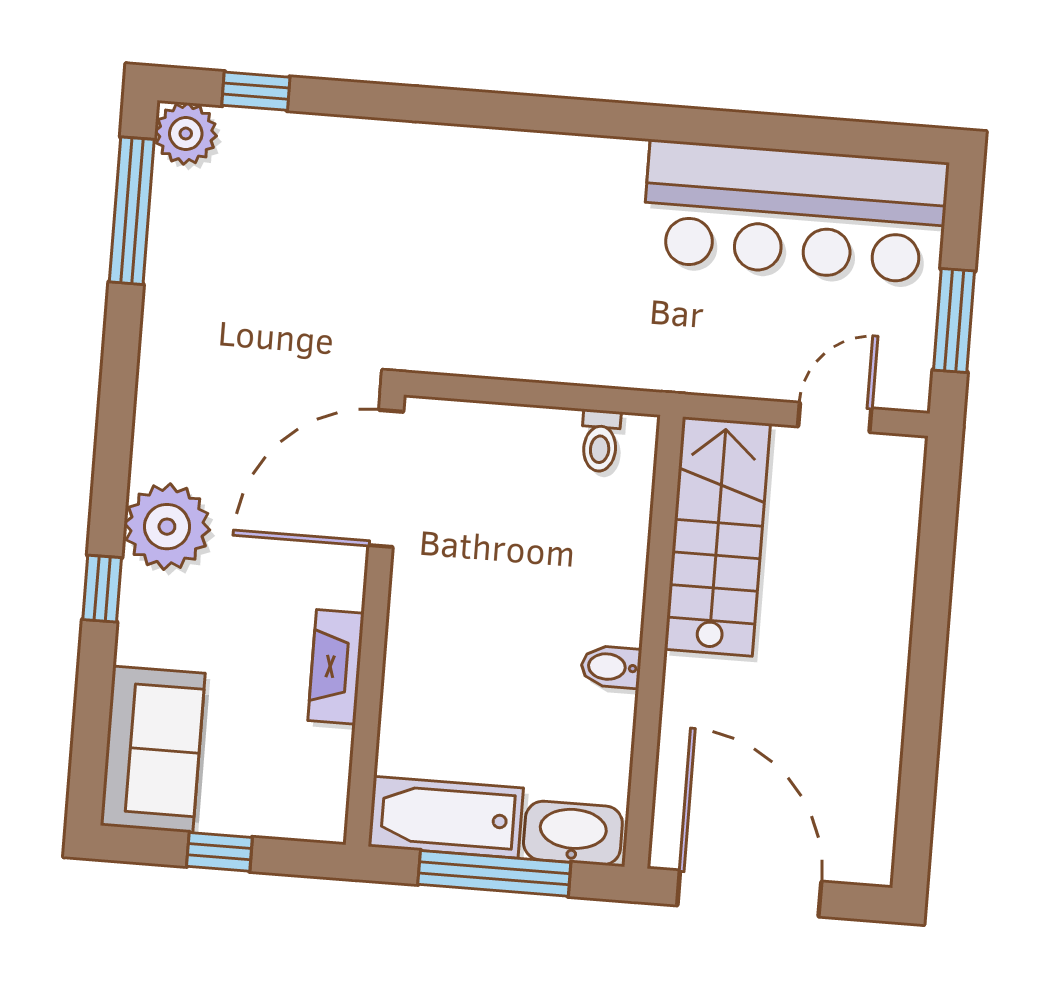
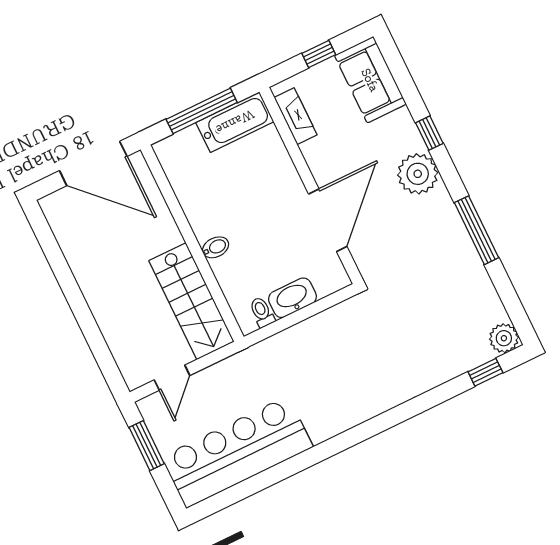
window: (132, 211) -> (476, 230), moved
door: (386, 479) -> (328, 220), moved
fireplace: (336, 667) -> (296, 116), moved
bidet: (611, 667) -> (216, 247), moved
washbasin: (573, 833) -> (292, 298), moved, turned 180

